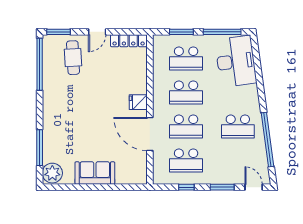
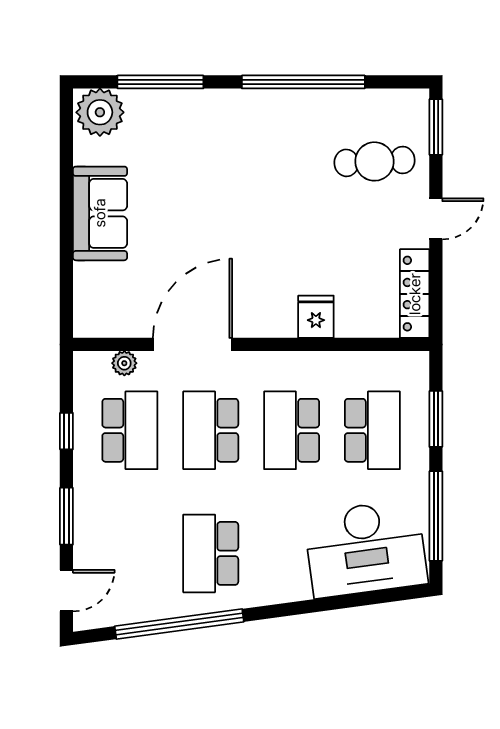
door: (97, 32) -> (436, 219), swing flipped
school desk: (186, 58) -> (372, 430), turned 180
window: (40, 64) -> (303, 82), moved
fridge: (138, 102) -> (316, 317), moved
school desk: (186, 160) -> (130, 430), turned 180
plant: (158, 163) -> (124, 363), added

